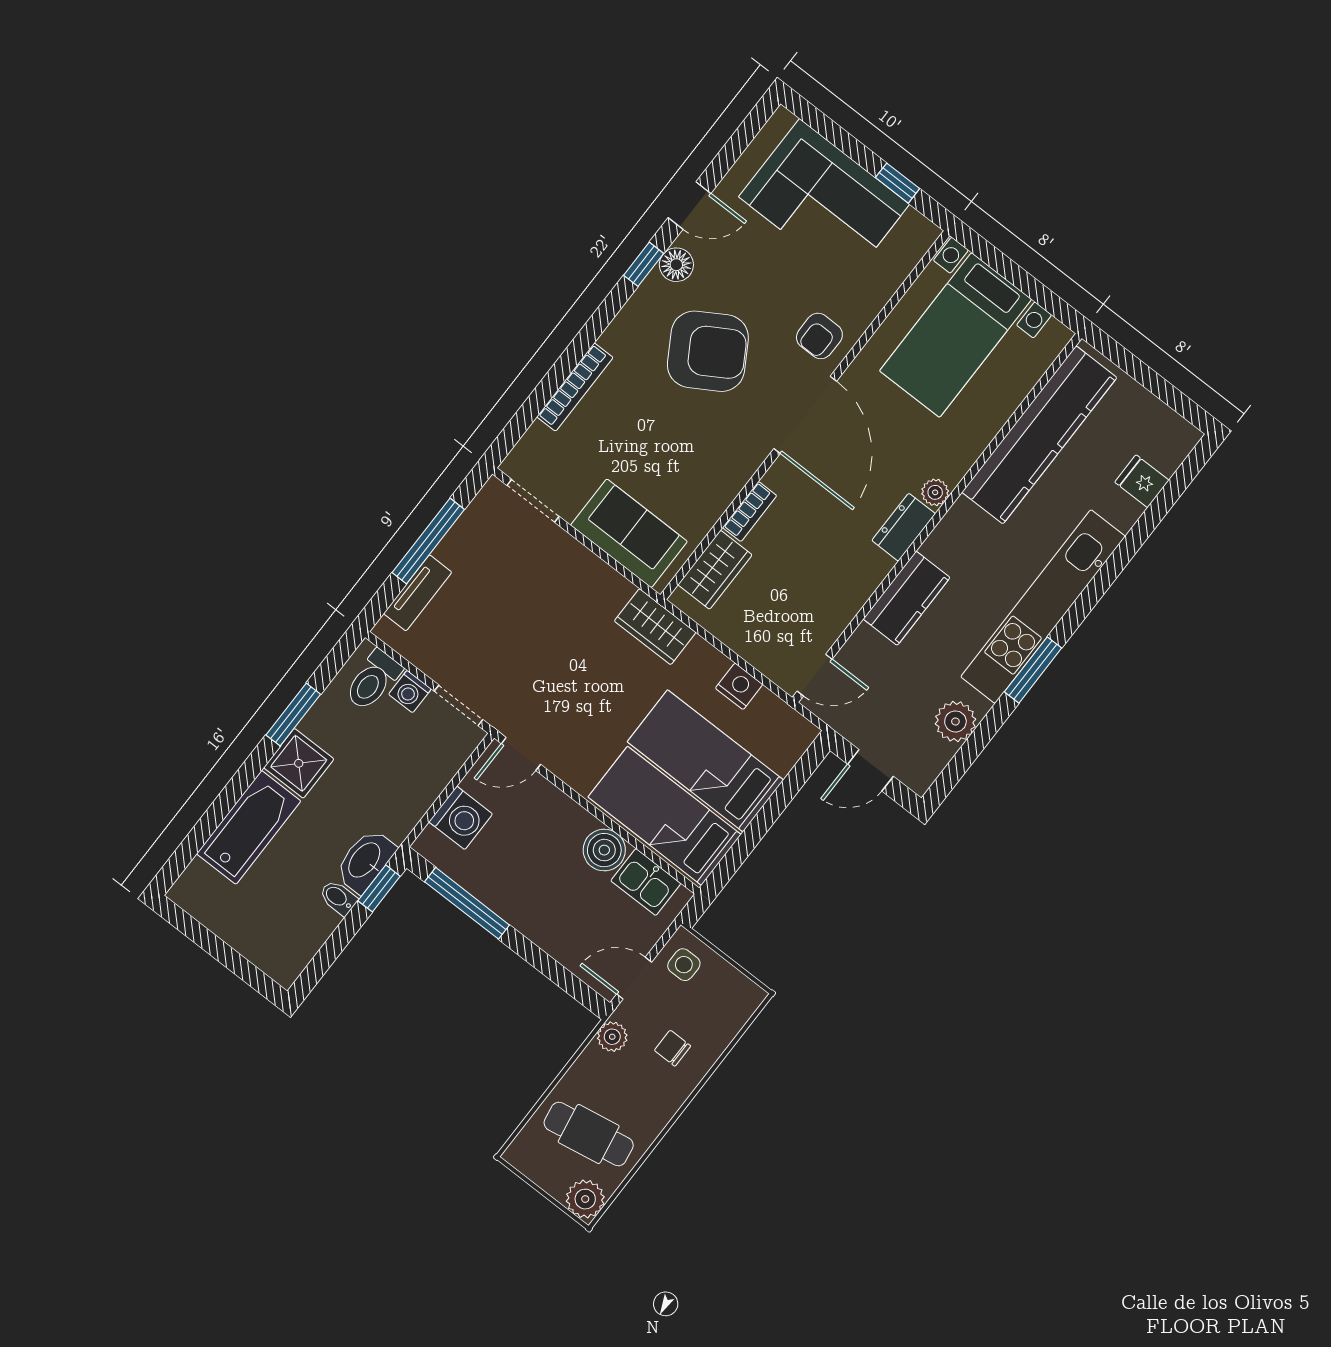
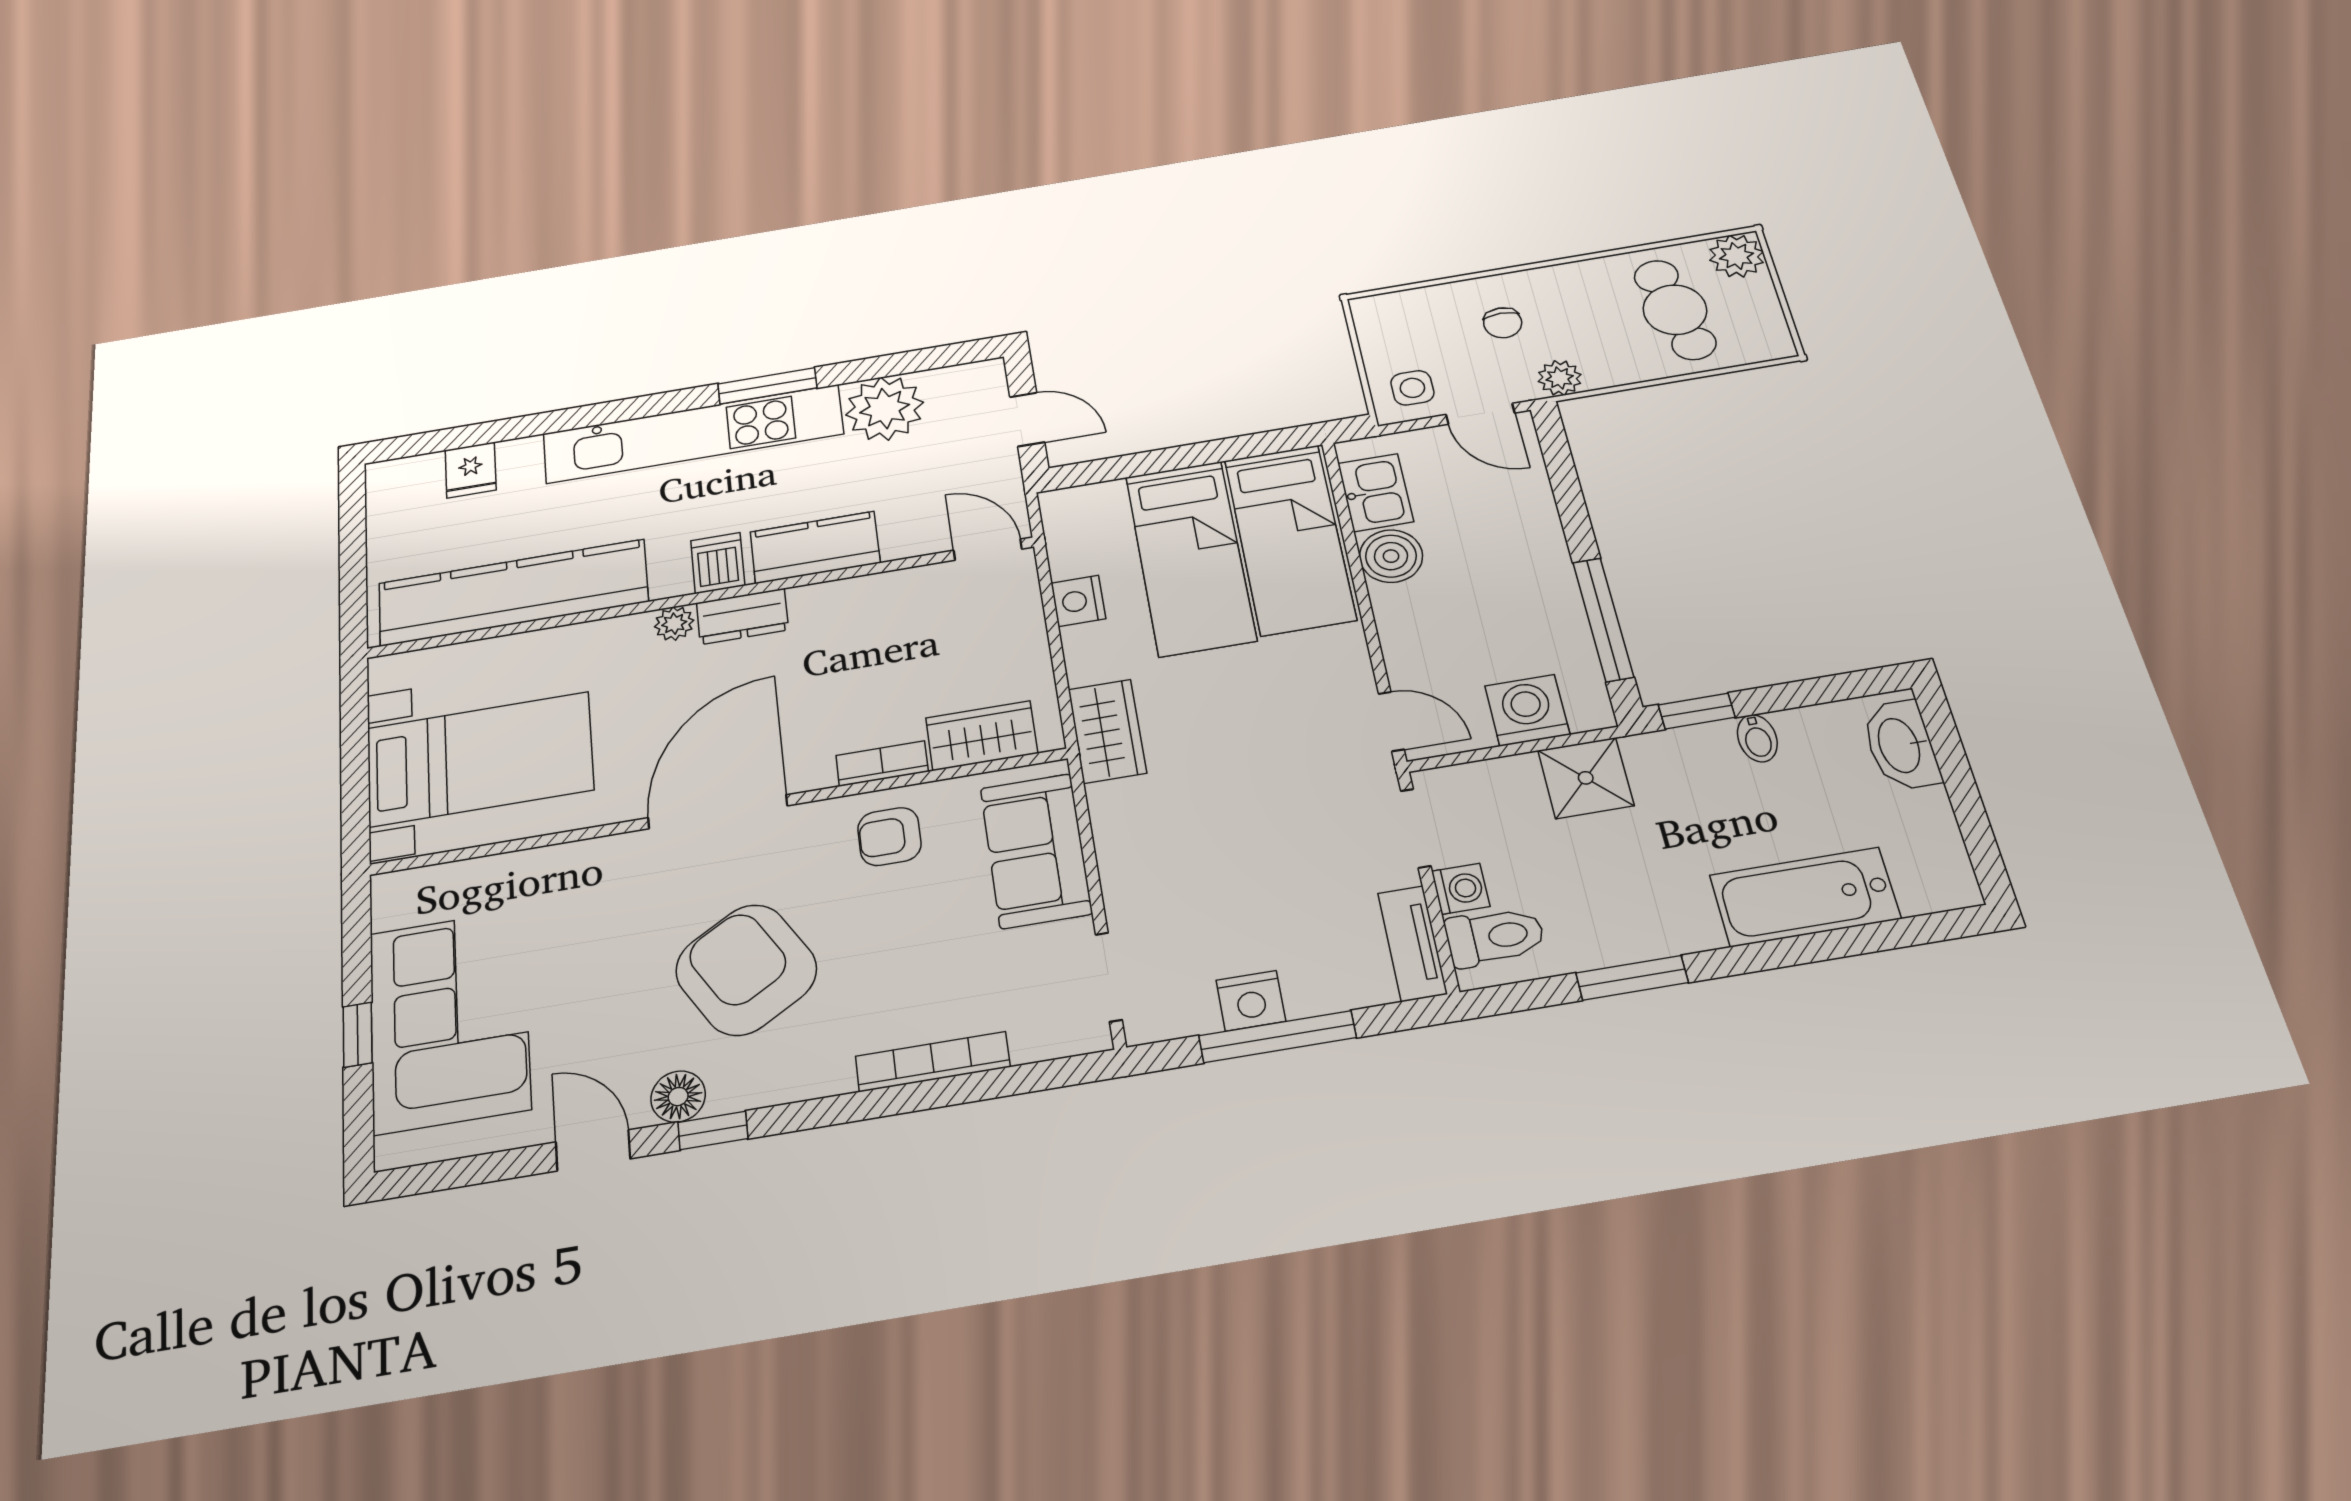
window: (898, 183) -> (358, 1035), moved
armchair: (819, 336) -> (889, 837), moved, turned 180
dishwasher: (949, 545) -> (718, 563), added
nightstand: (456, 548) -> (1251, 1001), added
tv unit: (418, 593) -> (1412, 943), moved, turned -90
plant: (955, 721) -> (885, 409), width x1.36, depth x1.36
shower: (299, 763) -> (1586, 778), moved
washbasin: (365, 861) -> (1901, 745), moved, turned 90

